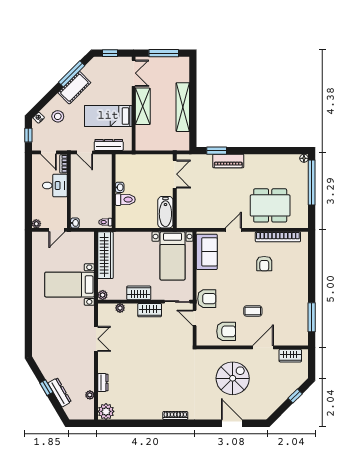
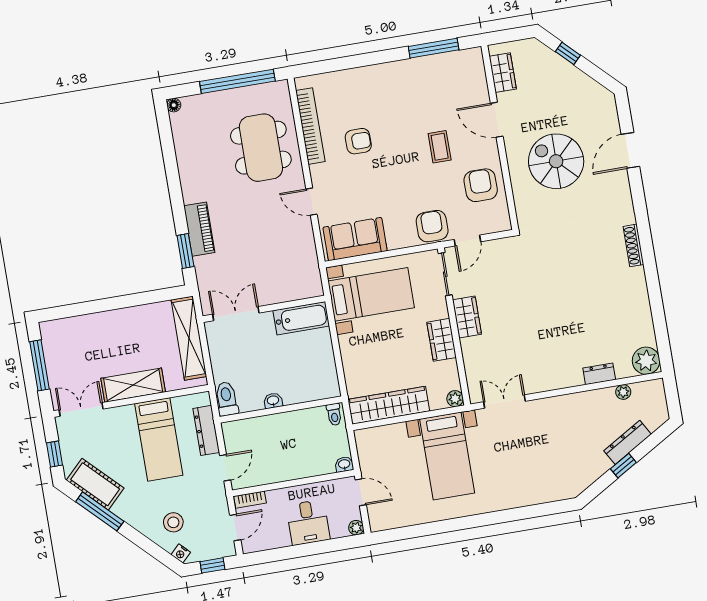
cot: (74, 88) -> (95, 484), moved
shelving: (183, 107) -> (189, 338), moved, turned 90
window: (312, 182) -> (237, 81), moved
desk: (55, 185) -> (308, 522), moved, turned 180
toilet: (125, 200) -> (227, 399), moved
plant: (120, 308) -> (472, 366), removed
double door: (96, 339) -> (504, 402), moved

